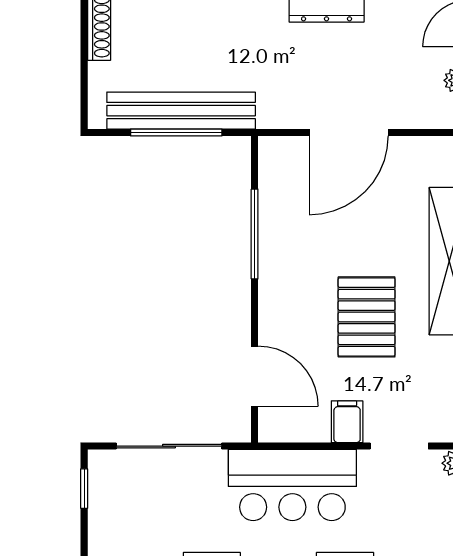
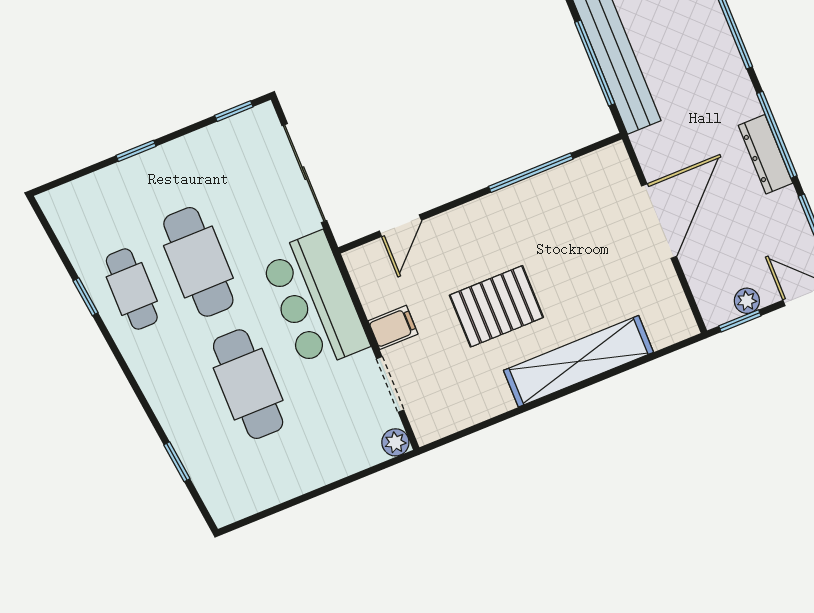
door: (349, 132) -> (659, 221), swing flipped
door: (255, 376) -> (400, 226), width x0.73

